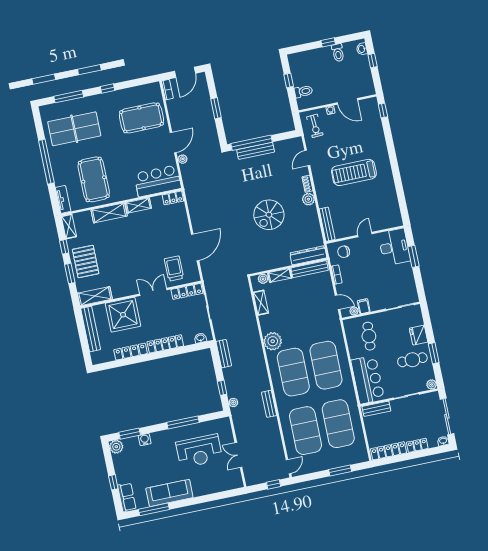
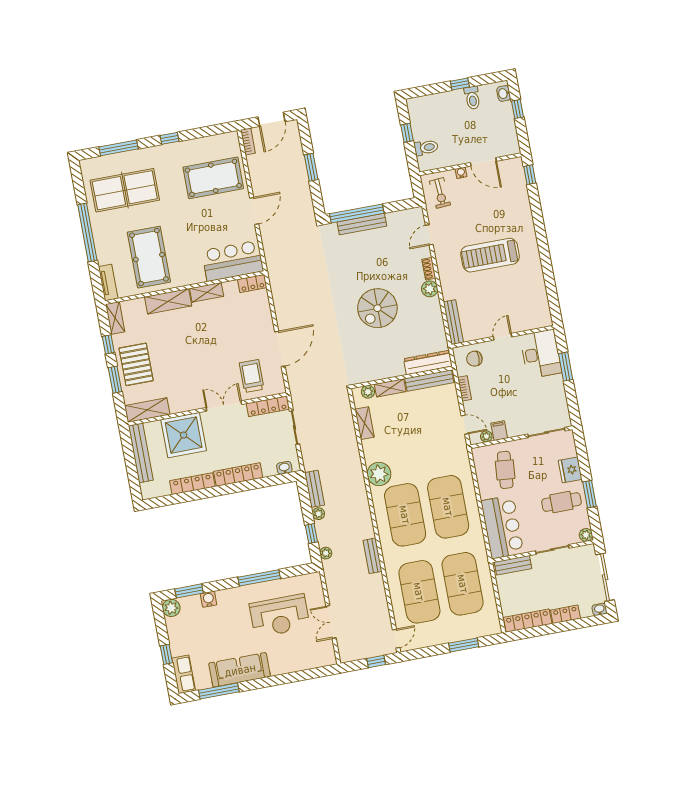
plant: (183, 159) -> (318, 514), moved

